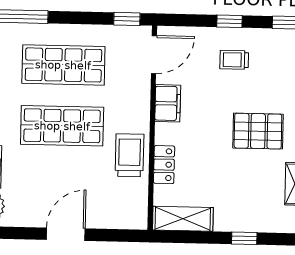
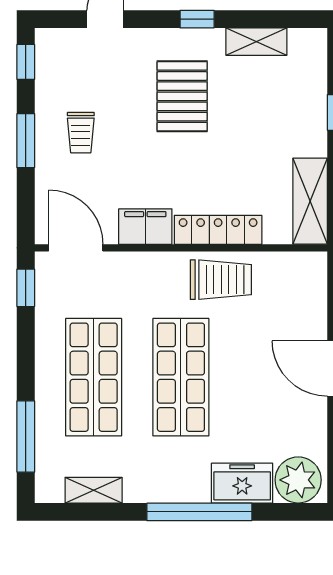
window: (230, 21) -> (26, 141), width x1.50
trolley: (129, 155) -> (221, 280), turned 180
locker: (164, 165) -> (218, 230), width x1.53

